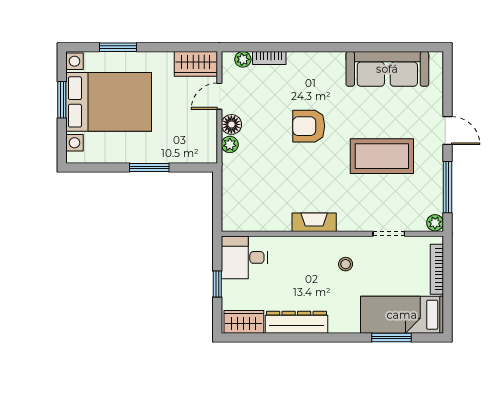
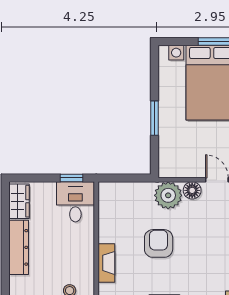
armchair: (309, 126) -> (159, 243), moved
plant: (230, 144) -> (168, 195), width x1.87, depth x1.87
window: (217, 284) -> (72, 178), moved

